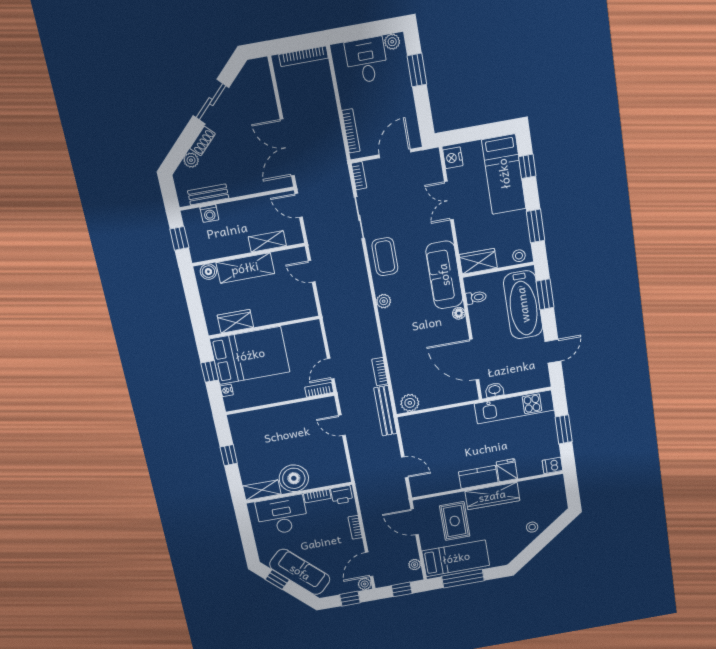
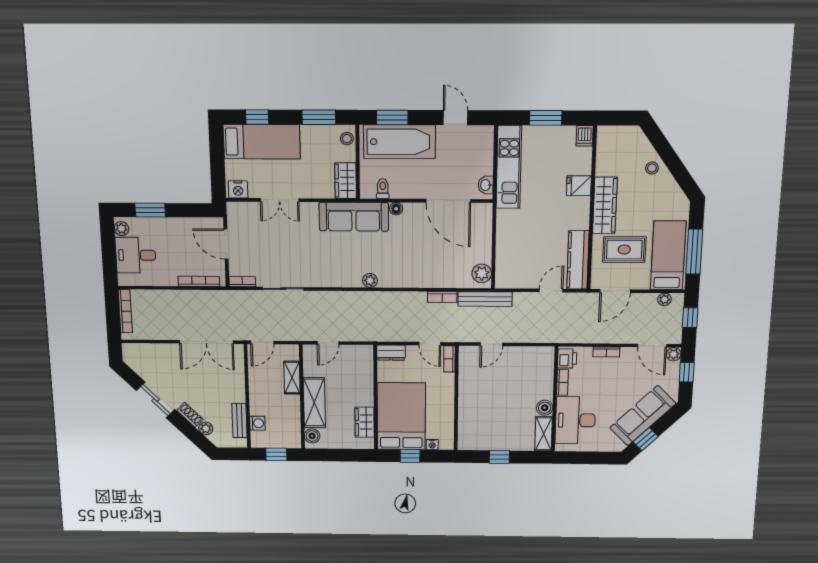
coffee table: (385, 257) -> (325, 271), removed
dresser: (314, 334) -> (391, 353), added
door: (474, 360) -> (448, 201), hinge flipped
kitchen counter: (478, 477) -> (578, 260), moved, width x1.50
boiler: (294, 478) -> (545, 408), width x0.54, depth x0.54

